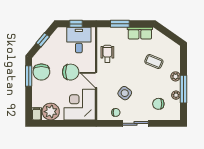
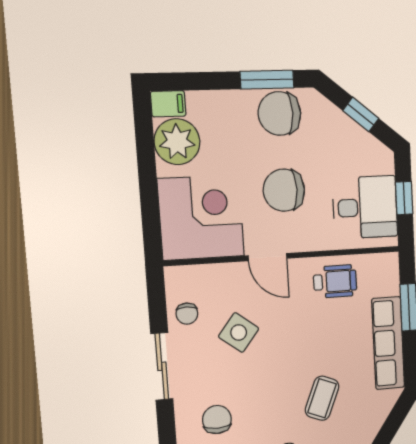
row of seats: (140, 33) -> (388, 343), width x1.48
chair: (71, 72) -> (284, 190), turned 90
door: (96, 80) -> (268, 257), swing flipped

